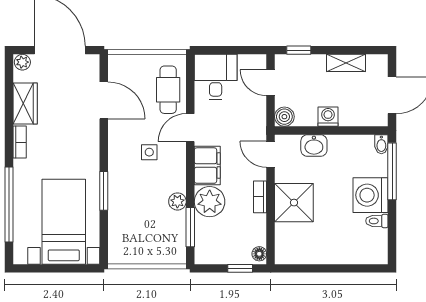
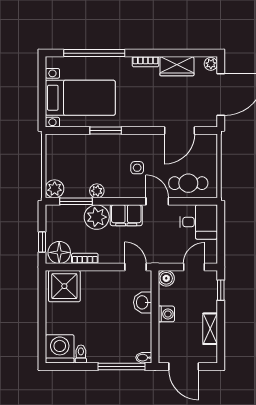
door: (271, 154) -> (135, 267), hinge flipped
washing machine: (371, 195) -> (60, 349), moved
bookcase: (260, 197) -> (85, 258), moved
shower: (294, 203) -> (64, 286), moved
plant: (175, 253) -> (55, 189), added
floor lamp: (259, 254) -> (59, 252), width x1.89, depth x1.89

